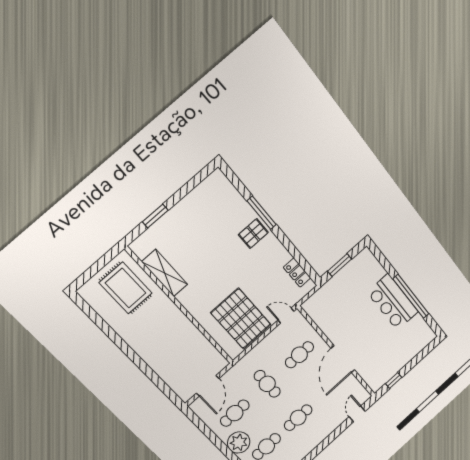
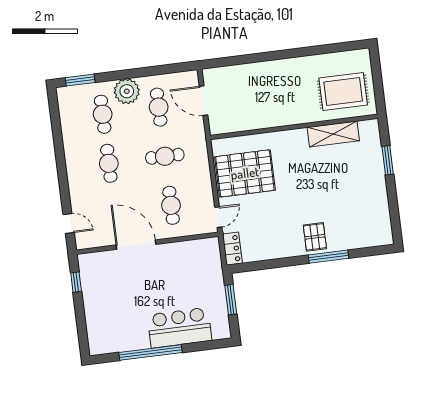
locker: (297, 273) -> (232, 249), moved, turned 90
bar counter: (393, 302) -> (180, 328), moved

